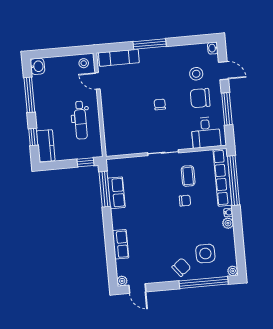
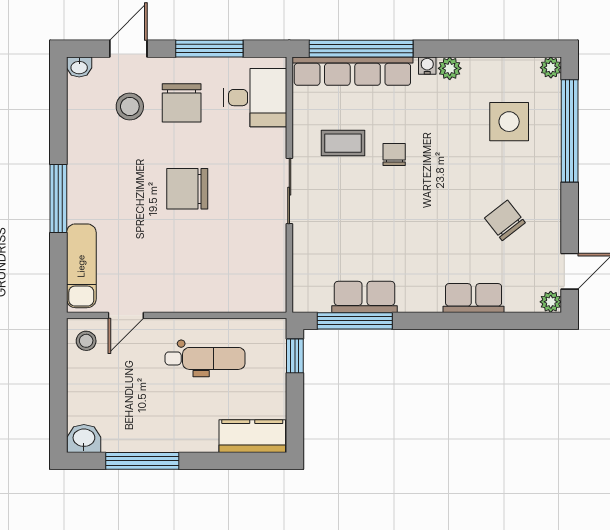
chair: (160, 104) -> (187, 189), width x1.87, depth x1.87
window: (33, 137) -> (232, 461), removed
chair: (181, 267) -> (505, 220), moved

